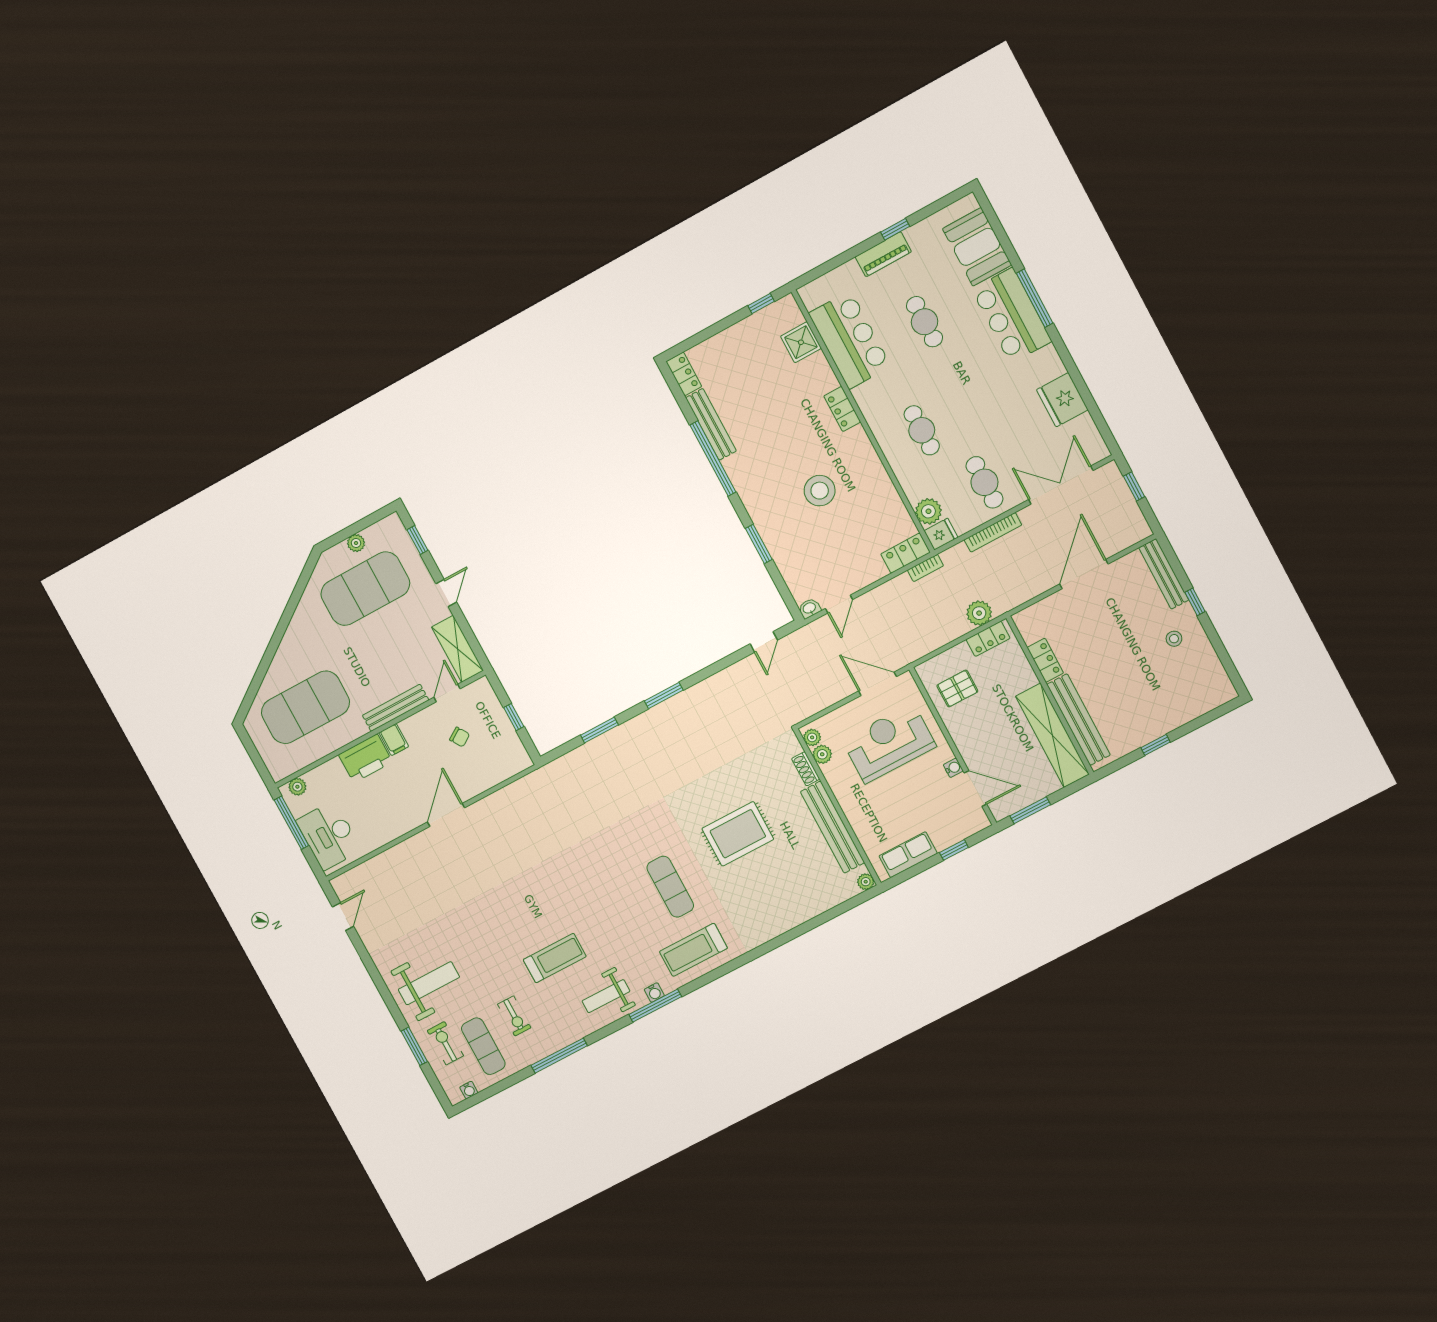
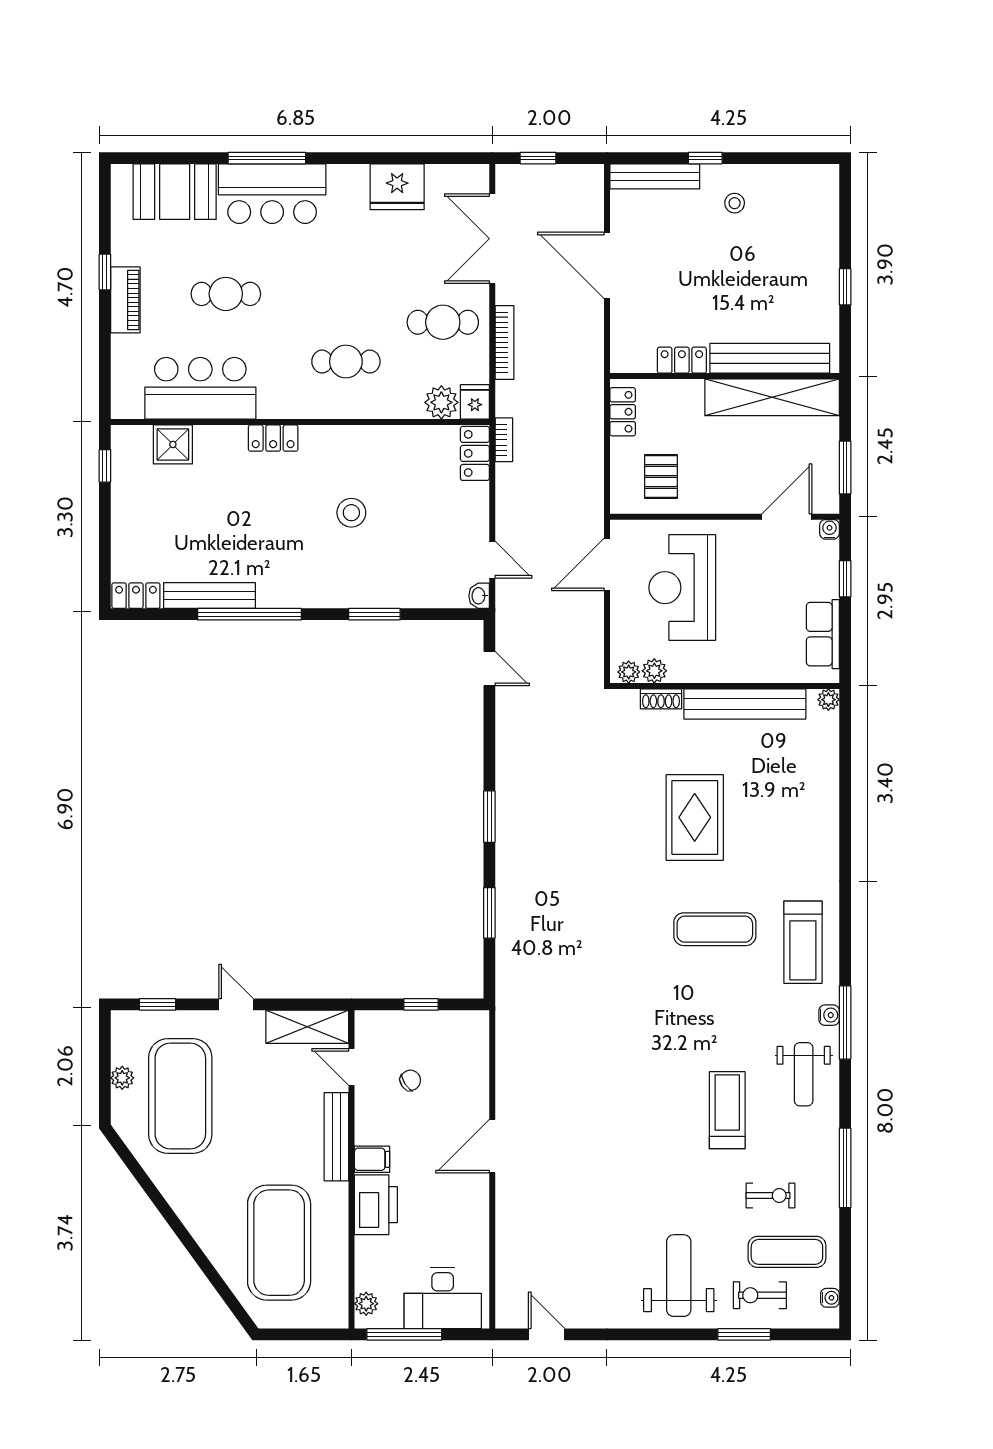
stool: (820, 491) -> (351, 513), width x0.73, depth x0.73
plant: (979, 613) -> (588, 406), removed
water cooler: (953, 768) -> (830, 529), moved
door: (446, 815) -> (492, 1146), hinge flipped

